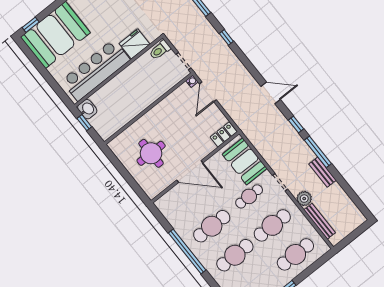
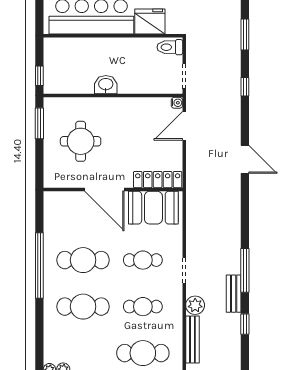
door: (271, 93) -> (245, 159), moved
washbasin: (87, 109) -> (106, 85), moved, turned -90
window: (84, 123) -> (39, 76), moved
window: (296, 125) -> (245, 324), moved
locker: (224, 134) -> (158, 180), width x1.53
booth: (245, 161) -> (153, 208), moved, turned 90
window: (116, 163) -> (39, 123), added
cafe table: (272, 225) -> (143, 307), width x0.73, depth x0.74

